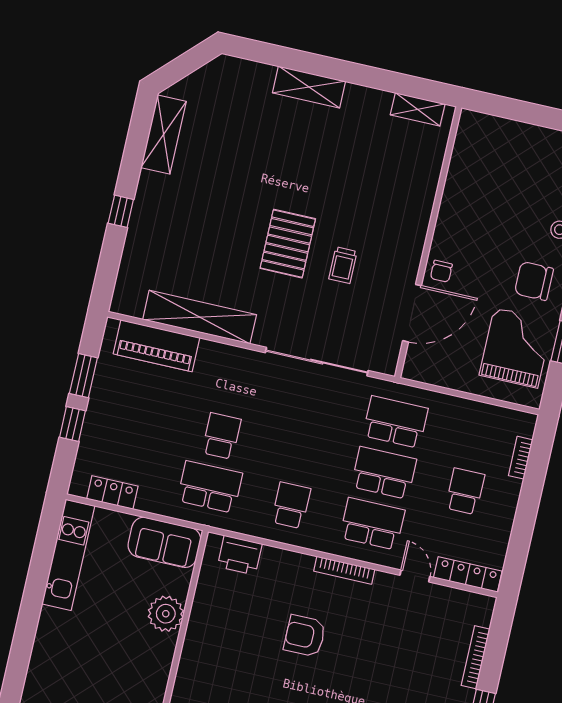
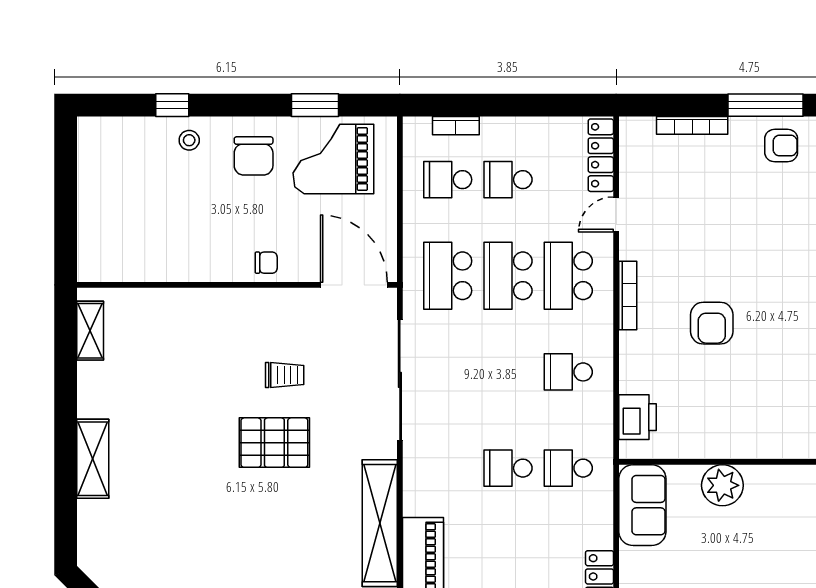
door: (412, 313) -> (354, 285), moved
school desk: (477, 440) -> (448, 180), added
school desk: (210, 487) -> (568, 468), width x0.54

